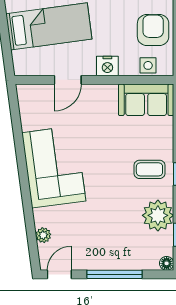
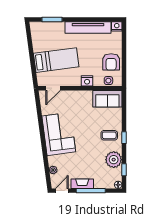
armchair: (153, 30) -> (111, 62), turned 180
door: (68, 80) -> (53, 88), moved
fireplace: (98, 261) -> (82, 184), added

